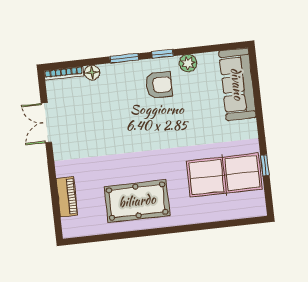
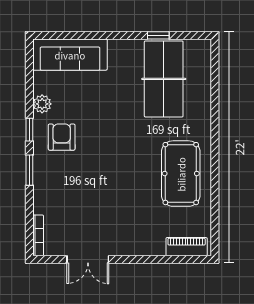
floor lamp: (92, 73) -> (41, 206), removed
piano: (67, 197) -> (187, 247), moved

